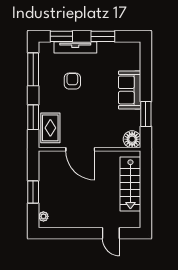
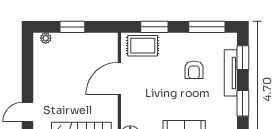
armchair: (72, 81) -> (194, 70), turned 90

